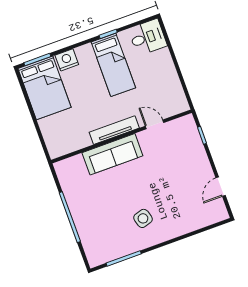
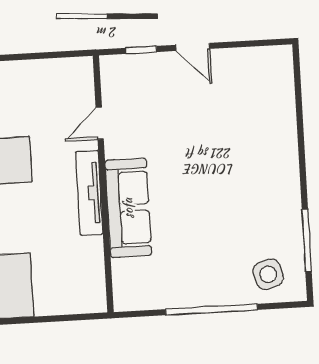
door: (221, 187) -> (193, 47), moved
side table: (143, 218) -> (268, 274), moved

